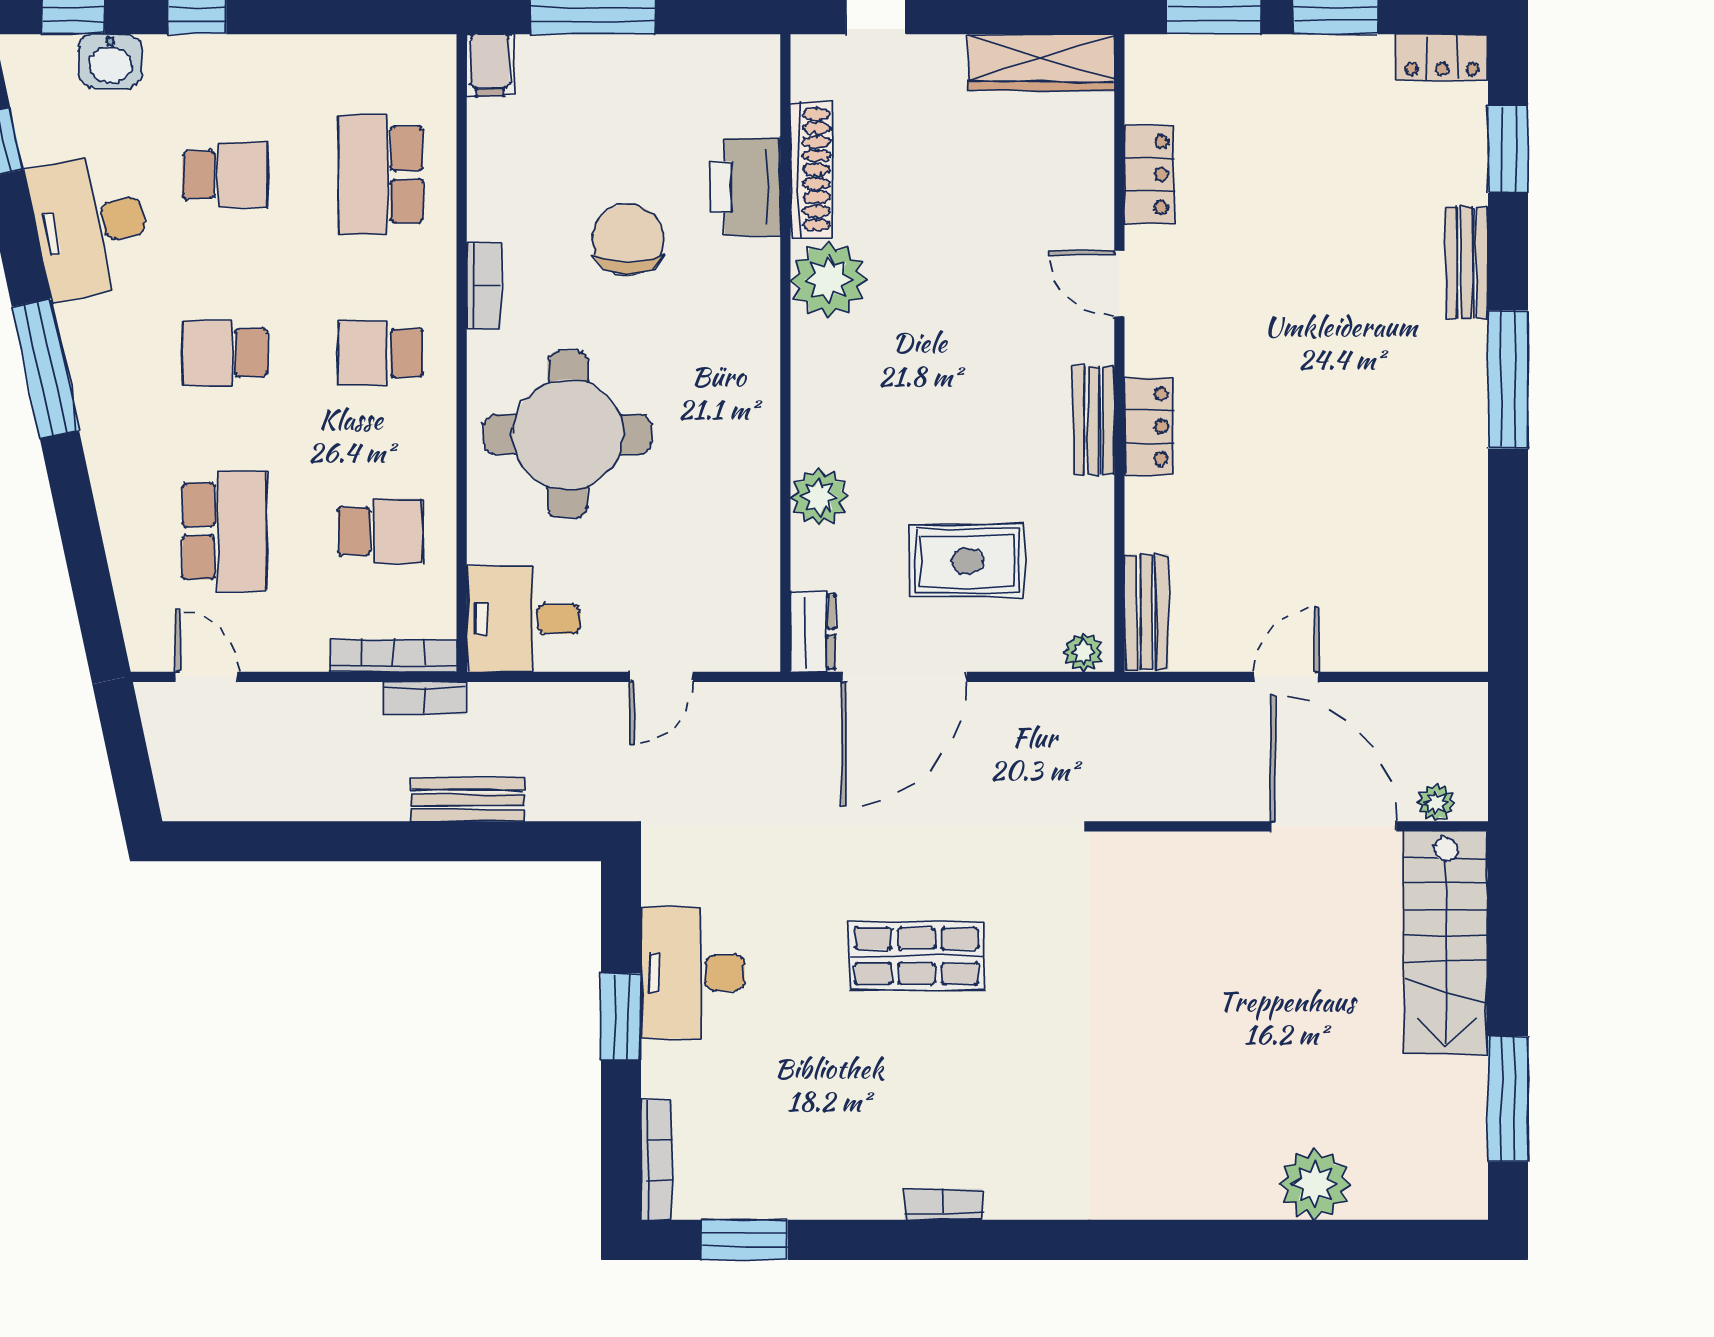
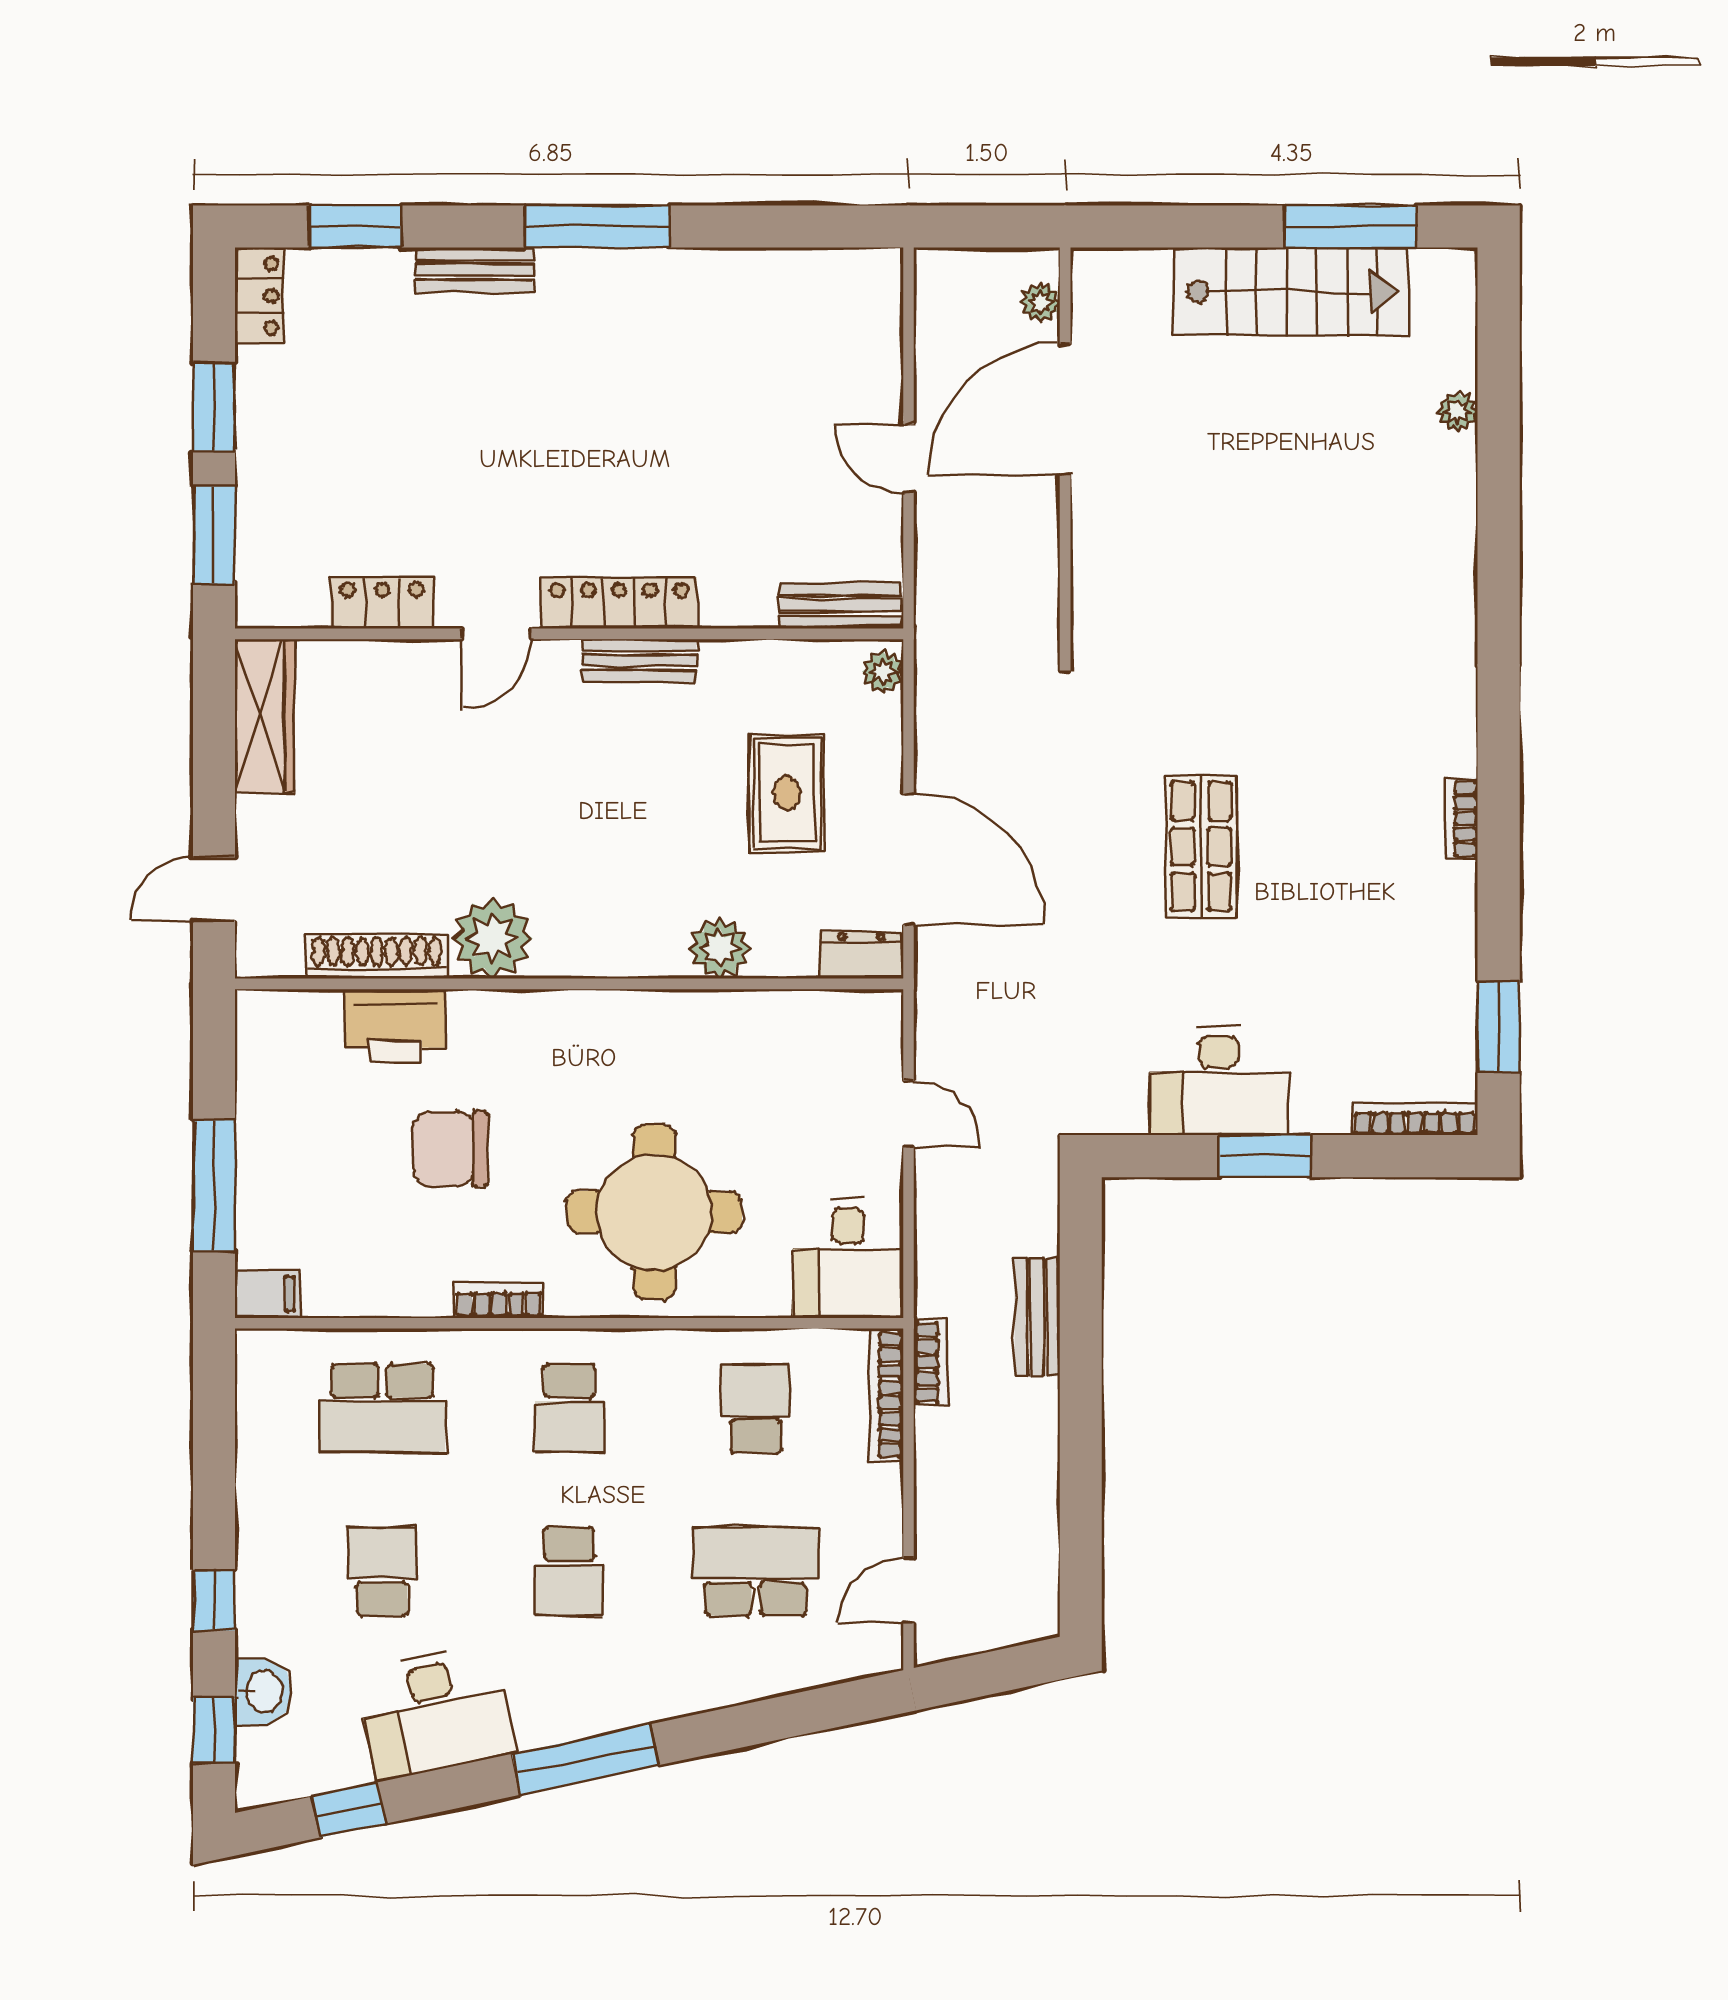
locker: (1149, 426) -> (619, 603), width x1.53
stairs: (1446, 943) -> (1291, 292), moved
plant: (1315, 1184) -> (1458, 412), width x0.53, depth x0.53

